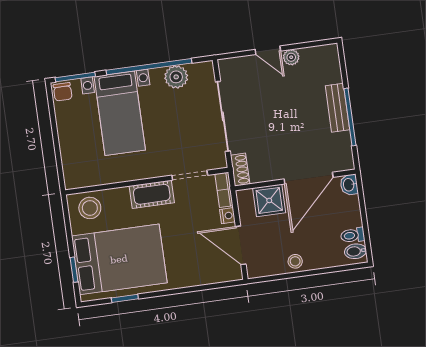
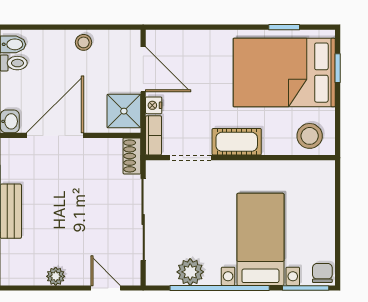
door: (268, 50) -> (106, 288), moved
shower: (269, 200) -> (124, 111), moved

